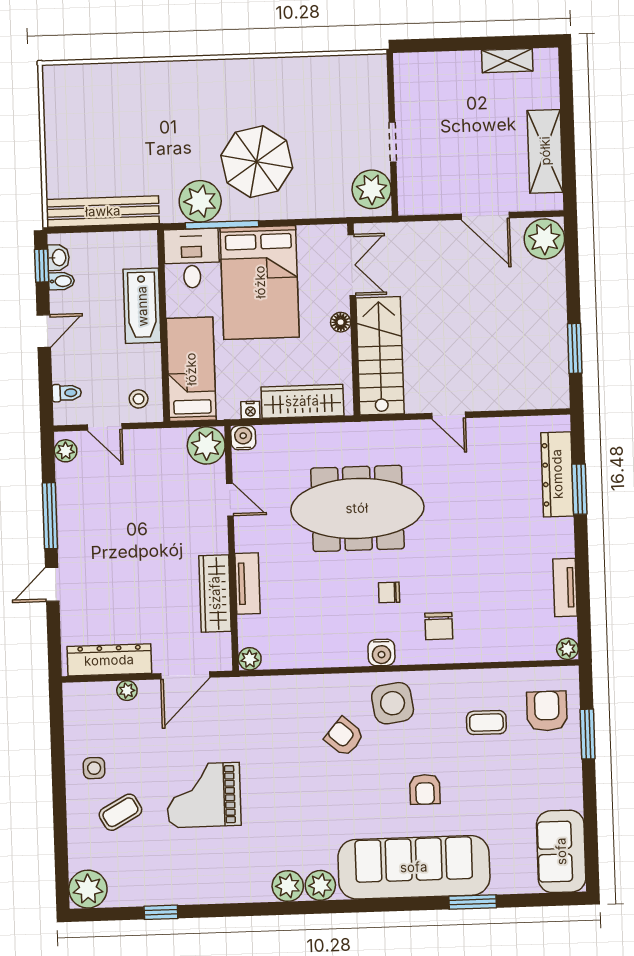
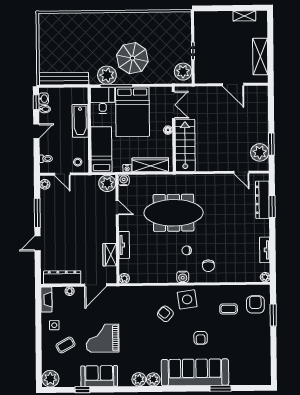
plant: (544, 239) -> (260, 152), moved
door: (449, 415) -> (241, 172), moved
wardrobe: (215, 593) -> (110, 255), width x0.67
fireplace: (75, 711) -> (46, 300), added
sofa: (561, 851) -> (99, 376), moved, turned 90

